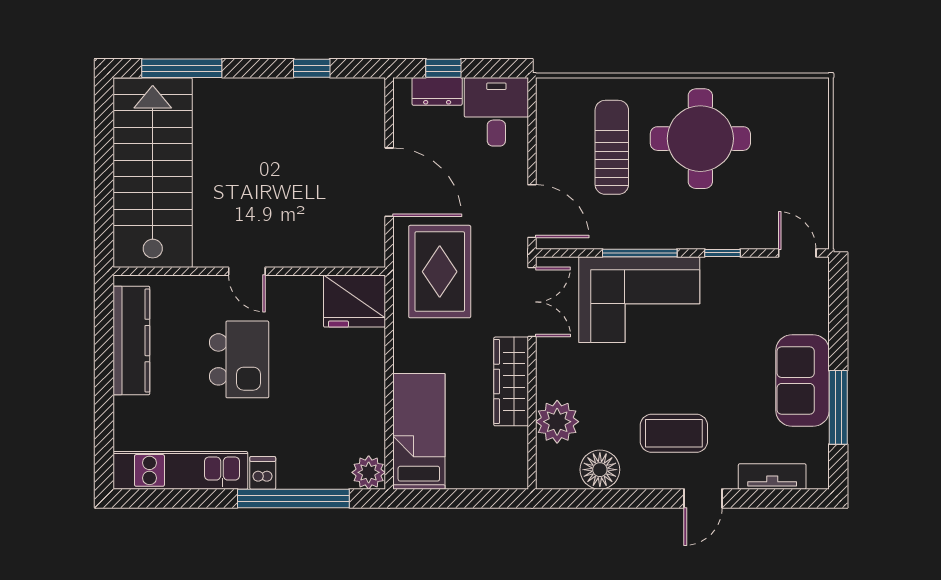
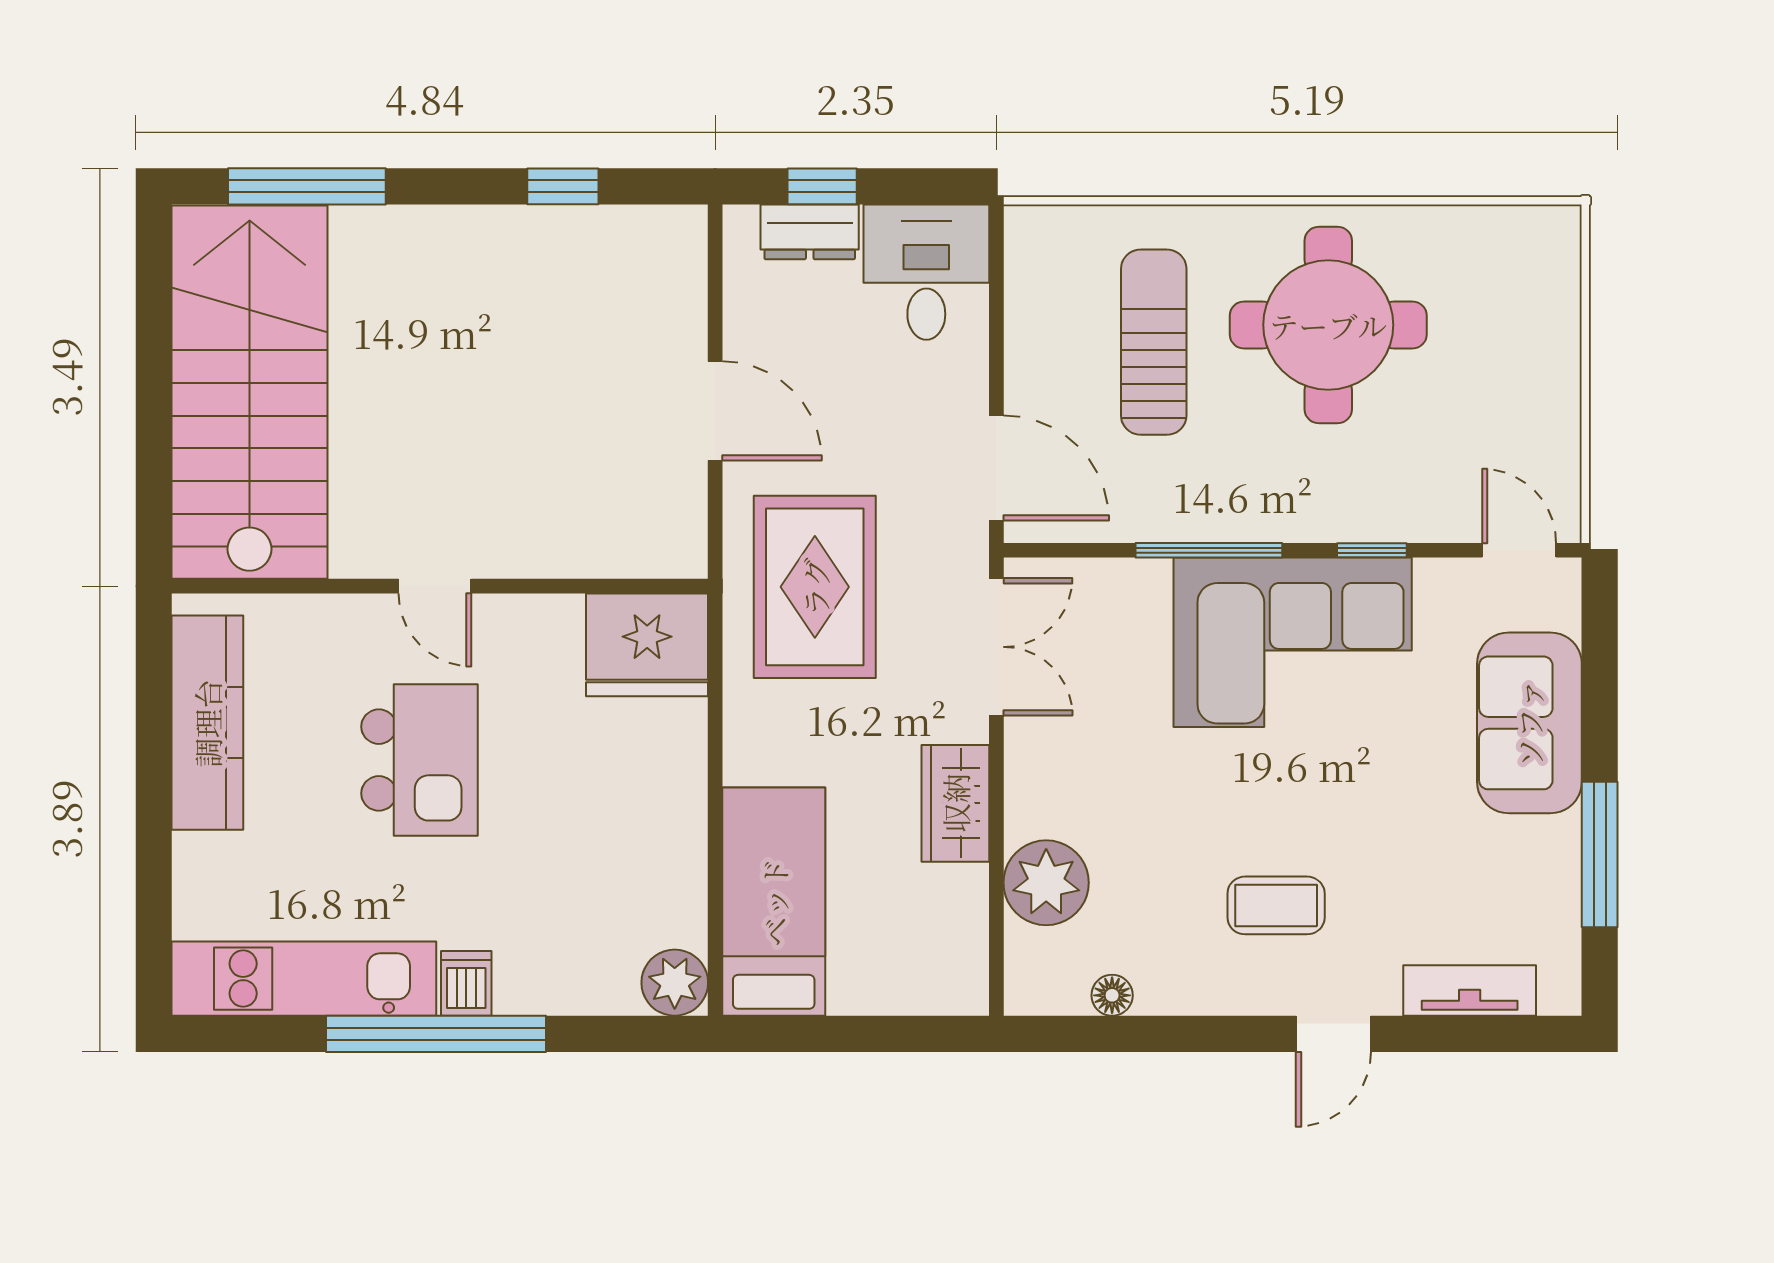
door: (389, 182) -> (715, 411), width x0.73
corner sofa: (639, 300) -> (1293, 642), moved
sofa: (803, 380) -> (1529, 723), moved
wardrobe: (511, 381) -> (955, 803), width x0.67
coffee table: (674, 433) -> (1276, 905), width x0.73, depth x0.77
floor lamp: (600, 470) -> (1112, 995), width x0.53, depth x0.53
window: (293, 498) -> (436, 1034), moved

